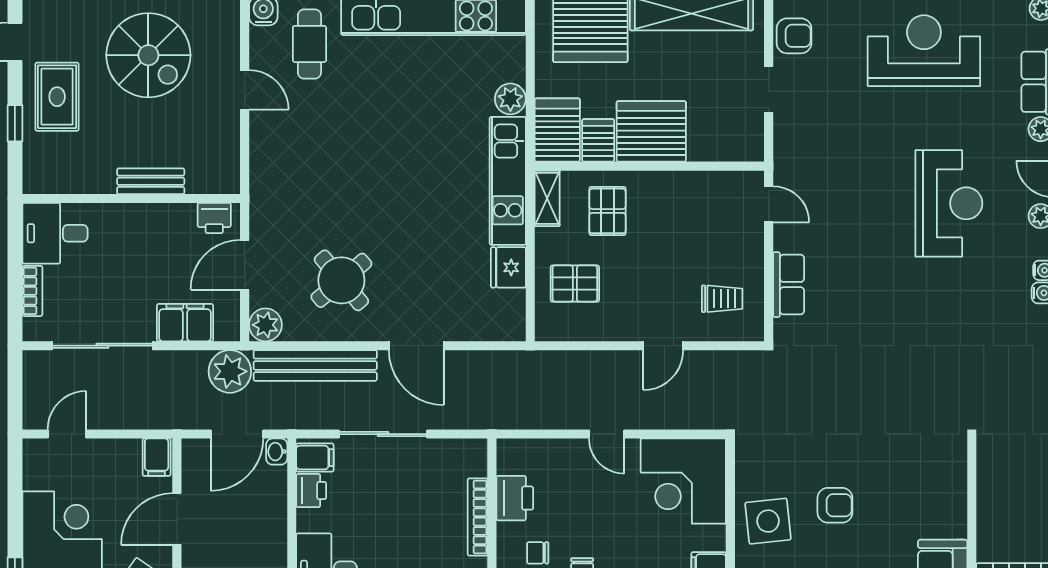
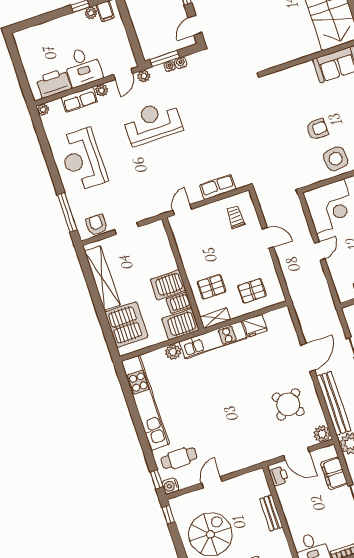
server rack: (651, 131) -> (168, 285), width x0.62
pallet: (575, 284) -> (252, 291), turned 90
armchair: (835, 505) -> (317, 129), turned 90

